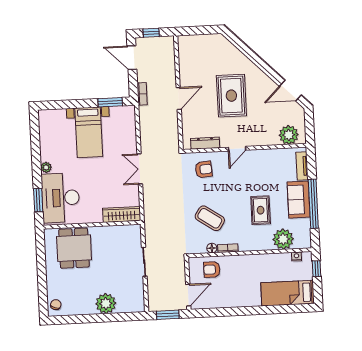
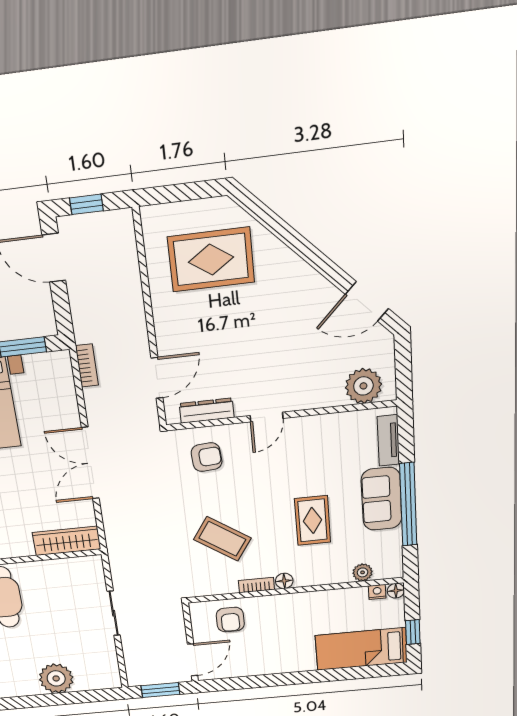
bookcase: (142, 94) -> (87, 365), moved
rug: (231, 96) -> (211, 260), moved, turned 90
door: (179, 98) -> (157, 378), moved
double door: (140, 169) -> (90, 463), width x1.37
plant: (283, 239) -> (363, 572), width x0.53, depth x0.53
floor lamp: (212, 248) -> (284, 581), moved
floor lamp: (307, 256) -> (396, 591), added
window: (316, 269) -> (413, 632), moved
armchair: (212, 270) -> (230, 620), turned -90

